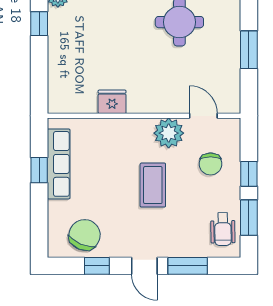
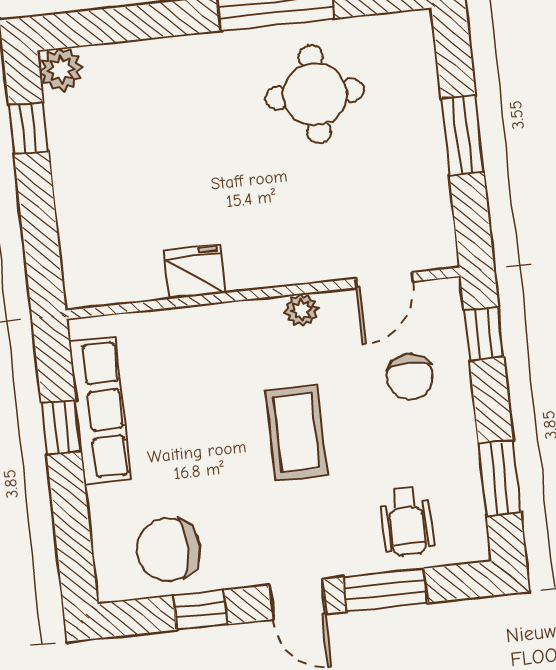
door: (203, 116) -> (384, 280), swing flipped
plant: (169, 133) -> (301, 310), width x0.53, depth x0.53
window: (249, 174) -> (484, 333), moved
wheelchair: (223, 229) -> (407, 521), moved
chair: (85, 235) -> (168, 550), turned -113

